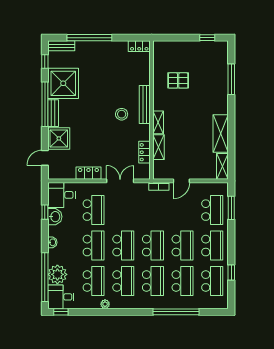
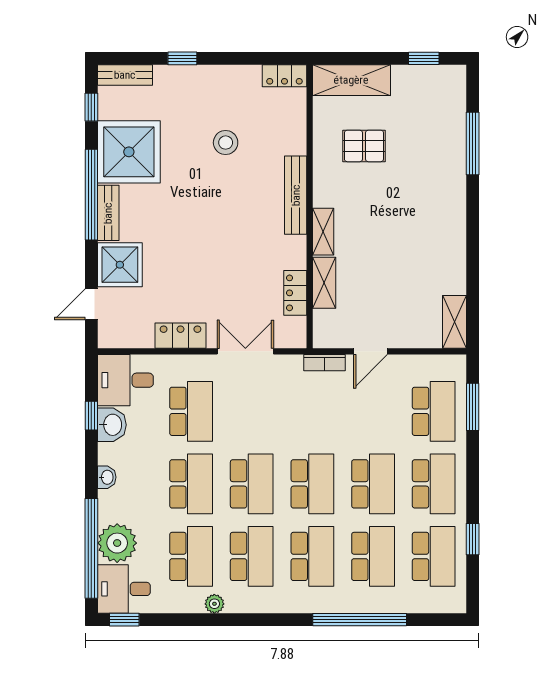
window: (89, 38) -> (182, 58), width x0.32
stool: (122, 114) -> (226, 143), moved
shelving: (221, 133) -> (351, 80), moved, turned 90

